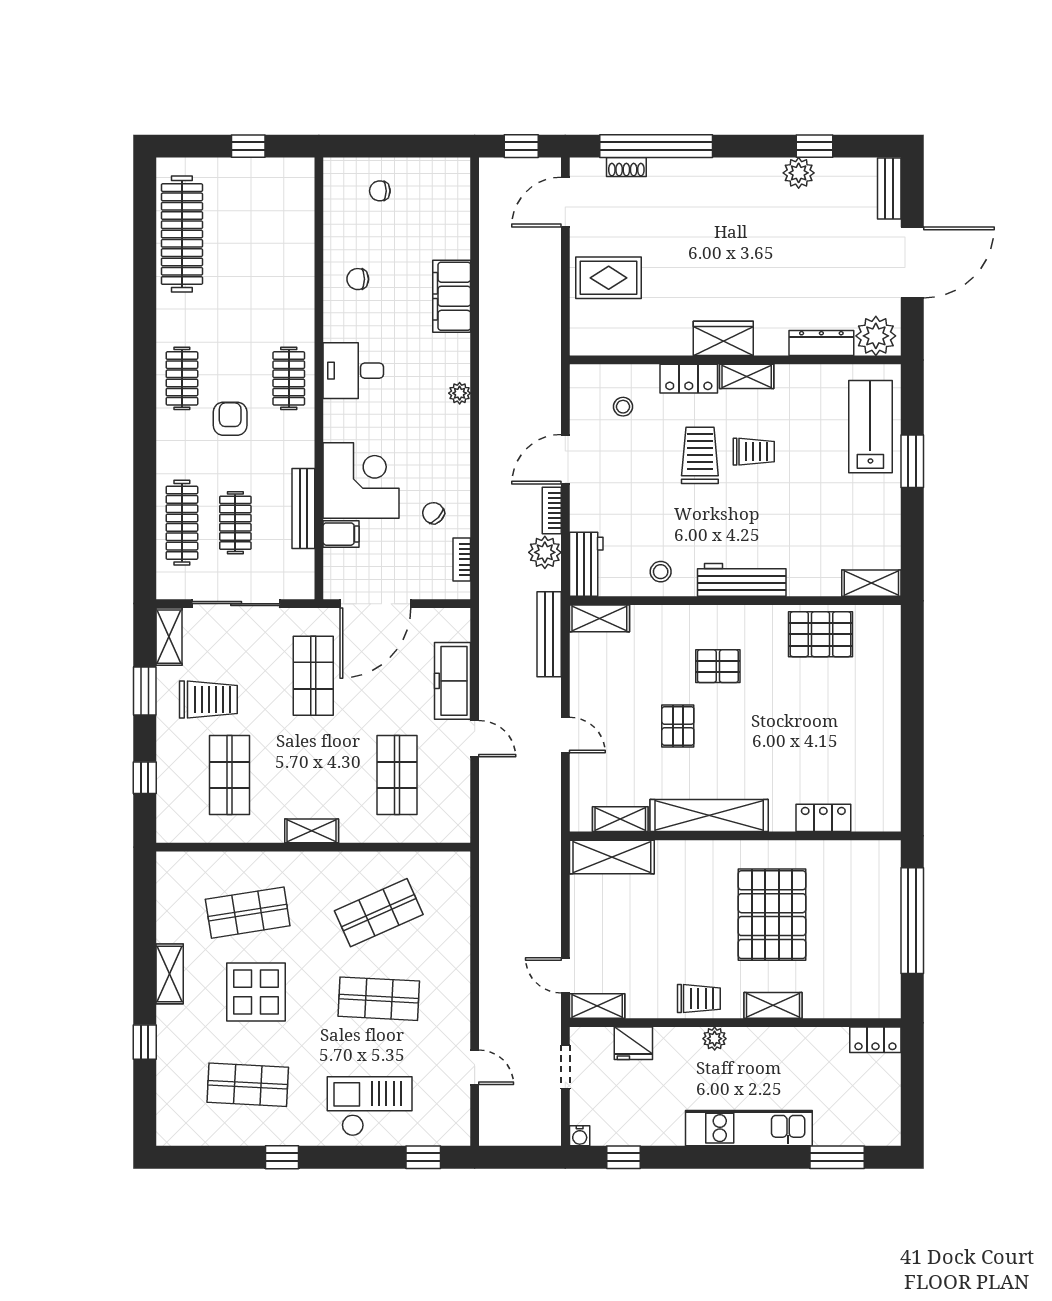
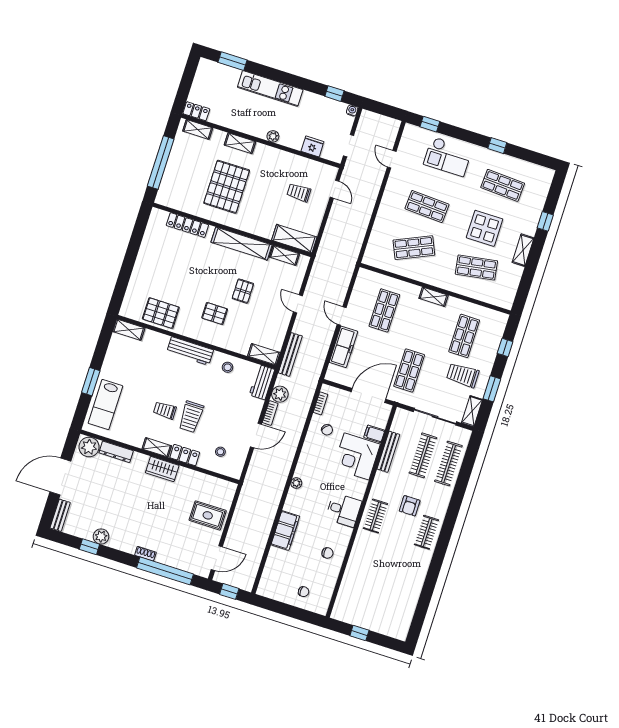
shoe rack: (626, 167) -> (145, 554), moved
clothes rail: (182, 234) -> (405, 601), removed
clothes rail: (235, 523) -> (423, 455), width x1.36
locker: (823, 818) -> (187, 225), width x1.53
trolley: (699, 999) -> (299, 193), moved
shelving: (597, 1006) -> (198, 129), moved

